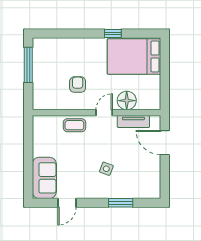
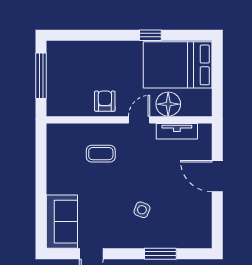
floor lamp: (127, 101) -> (168, 104), moved
wall: (96, 113) -> (129, 120), moved
door: (104, 113) -> (139, 120), moved
tv unit: (133, 122) -> (177, 131), moved

